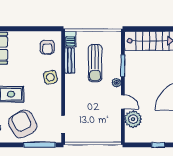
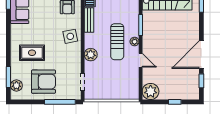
sun lounger: (95, 63) -> (117, 42), moved
plant: (71, 96) -> (91, 55), added
plant: (133, 119) -> (151, 91), moved
armchair: (23, 124) -> (43, 82), turned 118

